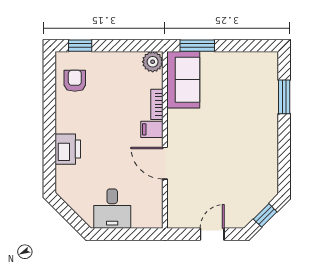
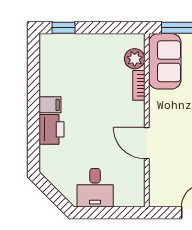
plant: (153, 62) -> (135, 59), moved
armchair: (75, 81) -> (58, 62), removed
filing cabinet: (152, 129) -> (50, 105), moved, turned 180

